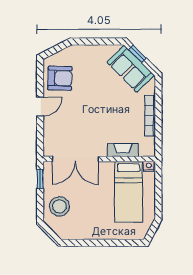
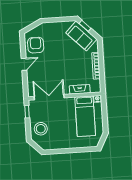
armchair: (60, 78) -> (36, 45), turned -92
double door: (75, 159) -> (49, 97), swing flipped

